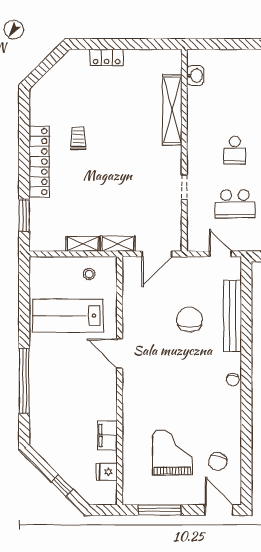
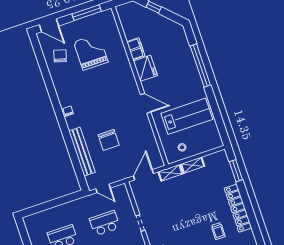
grand piano: (172, 453) -> (91, 52), turned 180
fridge: (107, 472) -> (145, 68), moved, width x1.88, depth x1.34

